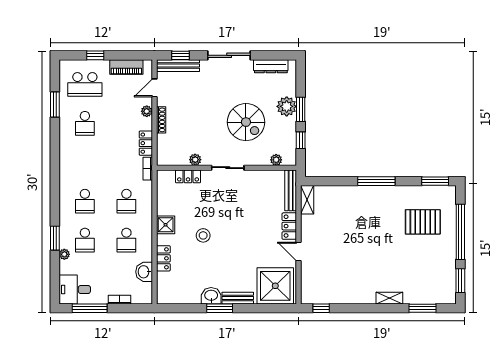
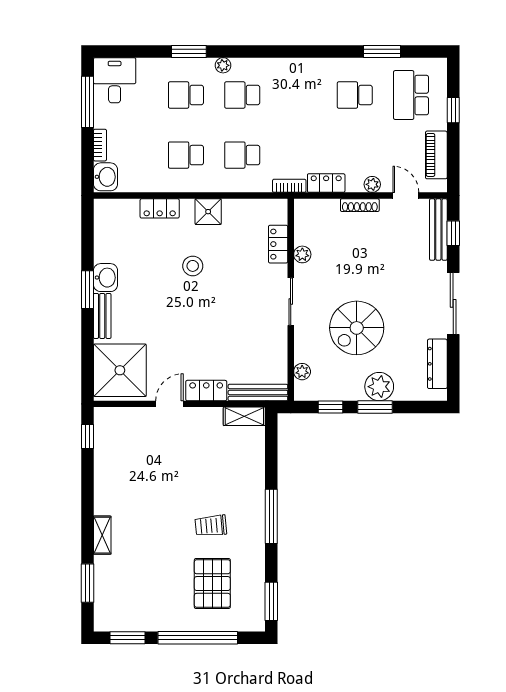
trolley: (383, 223) -> (211, 526), added
plant: (64, 254) -> (223, 65), moved
washbasin: (144, 272) -> (106, 177), moved, turned 90

